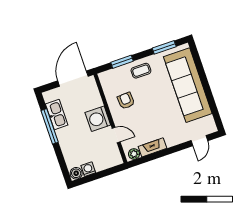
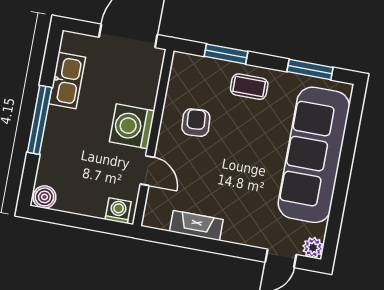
window: (50, 126) -> (40, 120), moved
plant: (134, 154) -> (313, 248), moved
washing machine: (88, 169) -> (118, 211), moved

